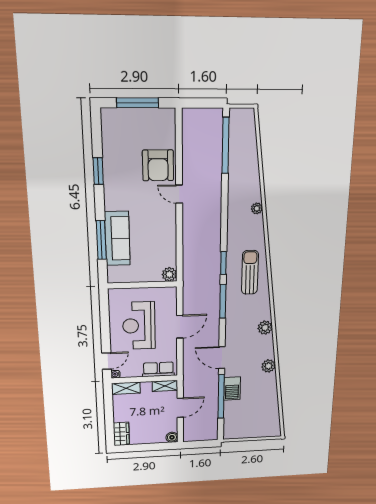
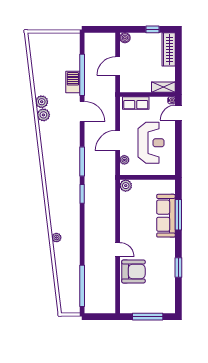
armchair: (158, 165) -> (133, 271), turned 90
sun lounger: (250, 272) -> (60, 185), removed
plant: (171, 305) -> (124, 160), added
plant: (265, 328) -> (43, 115), moved
shelving: (165, 386) -> (130, 88), removed
wardrobe: (121, 434) -> (169, 49), width x1.50
window: (140, 448) -> (152, 29), added

